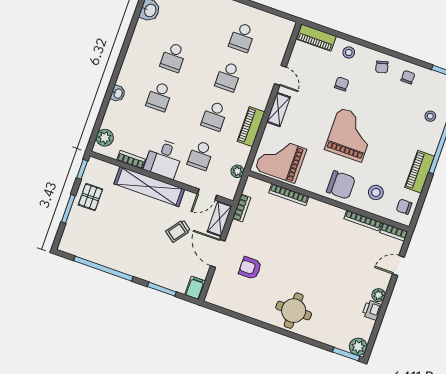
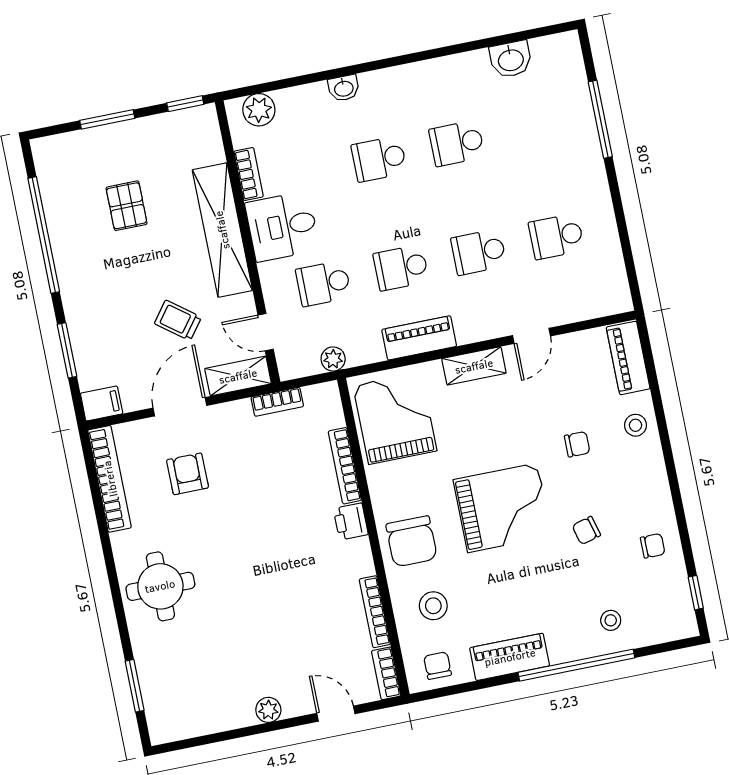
chair: (382, 67) -> (586, 530), moved
pallet: (90, 197) -> (127, 206), moved, turned 90
bookcase: (231, 305) -> (110, 479), added
printer: (372, 310) -> (351, 521), moved, turned -90
plant: (358, 347) -> (164, 727), removed
window: (346, 354) -> (135, 686), moved

